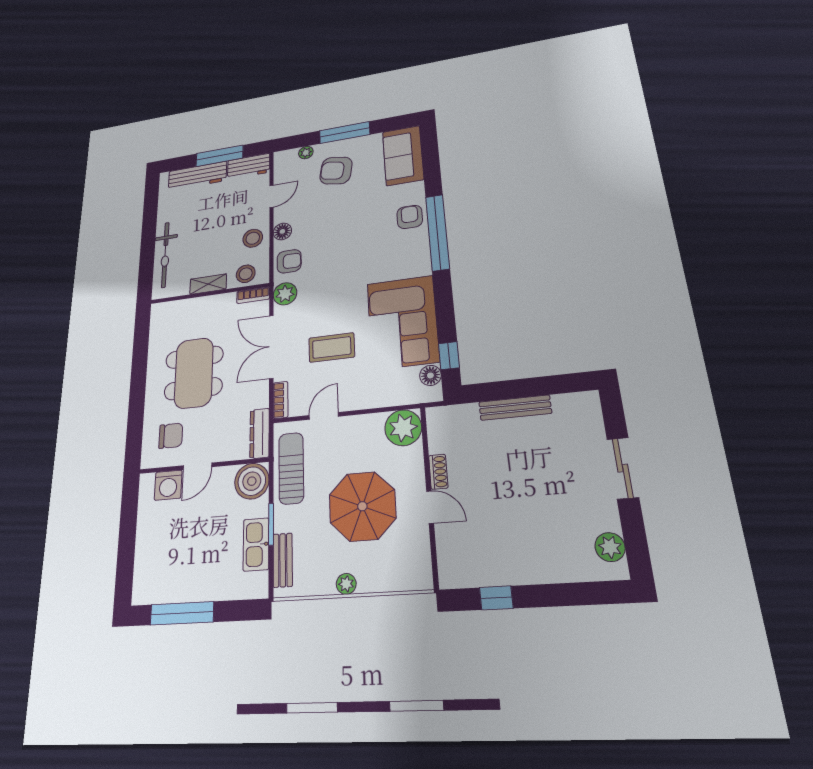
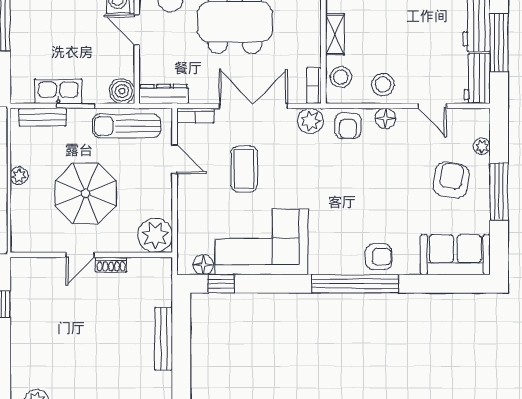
sun lounger: (291, 468) -> (127, 126), turned 180
boiler: (252, 481) -> (122, 91), width x0.73, depth x0.73

